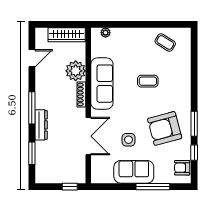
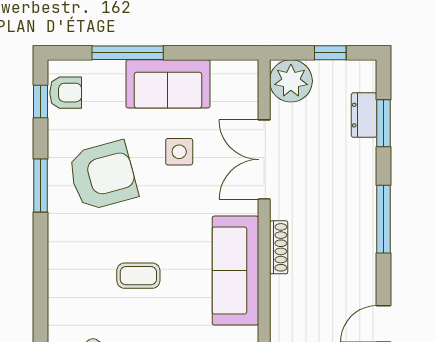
plant: (76, 71) -> (291, 81), moved
dresser: (41, 125) -> (364, 115), moved, width x0.70
window: (194, 153) -> (40, 102), moved
window: (70, 187) -> (330, 53), moved

